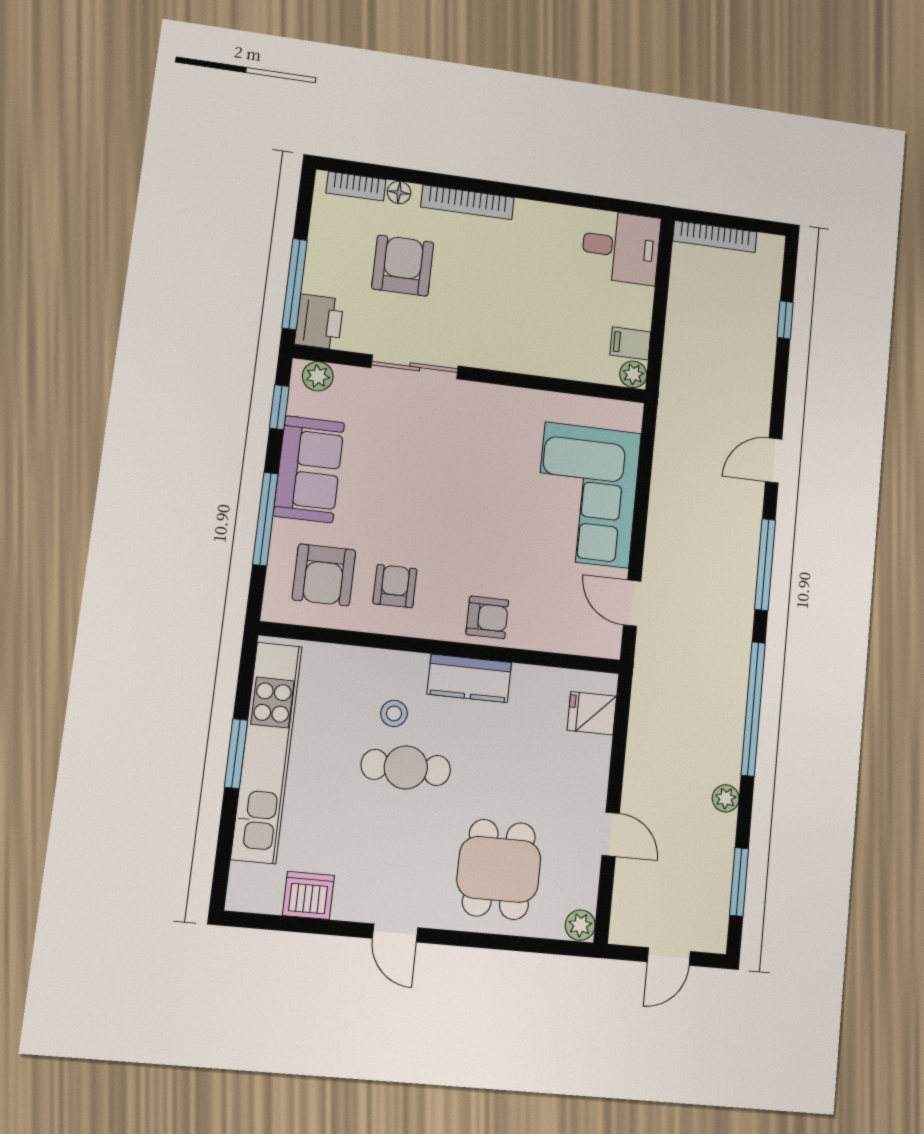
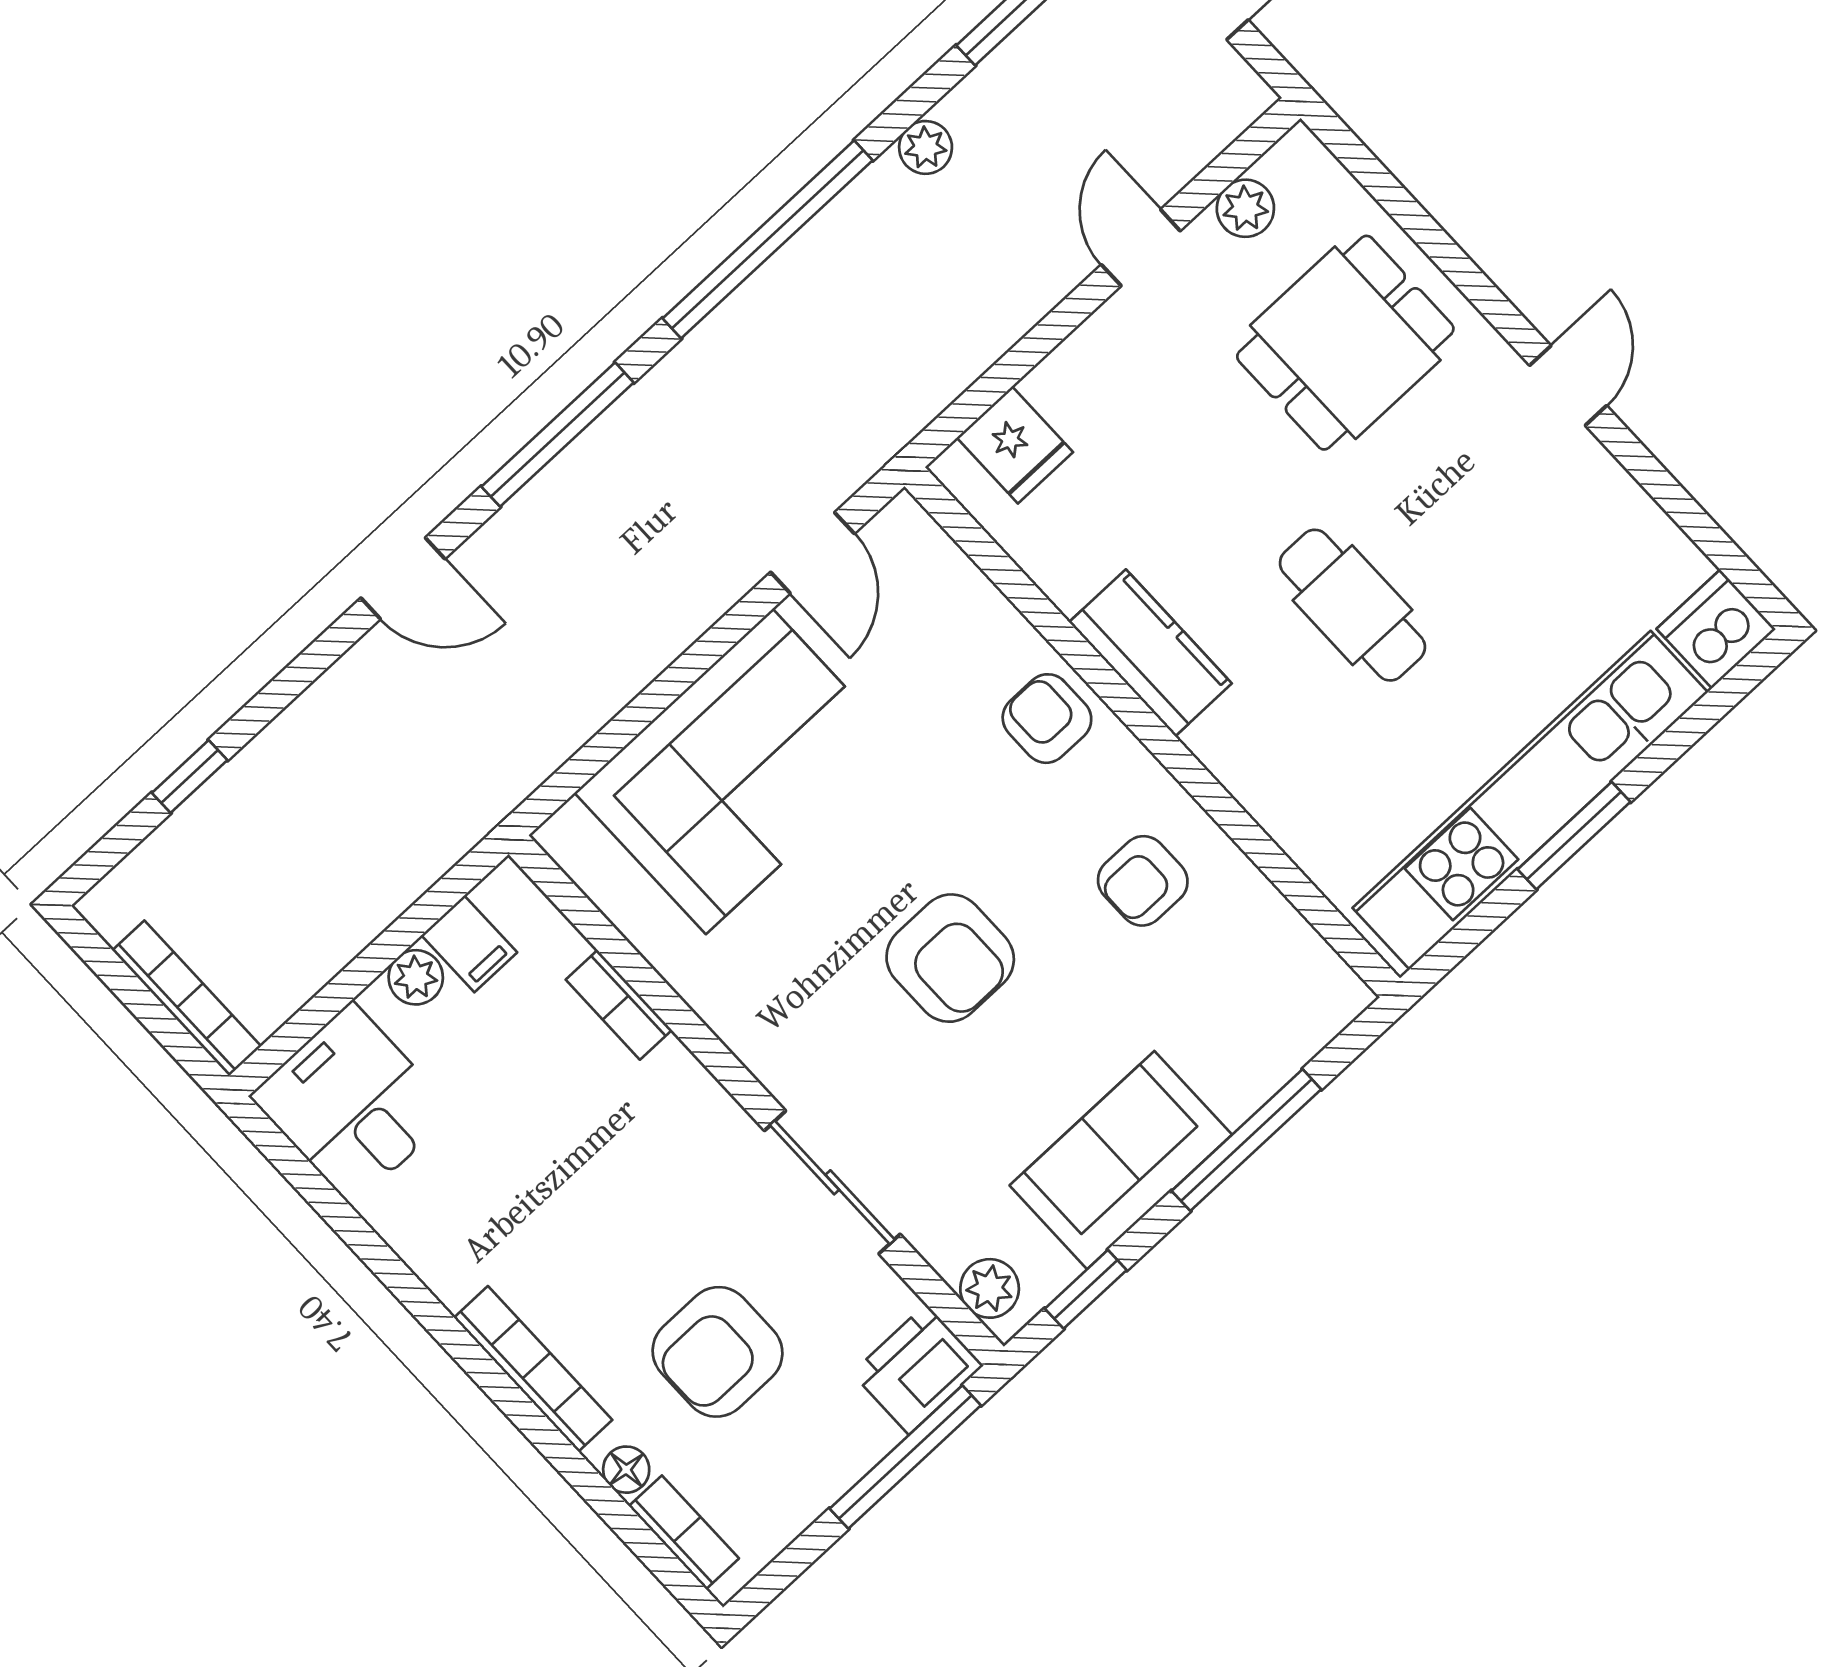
bookcase: (555, 367) -> (619, 1005), added
plant: (633, 374) -> (416, 977), moved
armchair: (324, 575) -> (950, 958), moved, turned 90
stool: (394, 713) -> (1303, 697), removed
dishwasher: (308, 895) -> (1716, 629), moved, turned 90
plant: (580, 925) -> (1245, 208), moved

